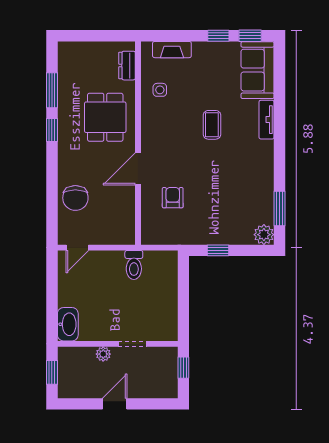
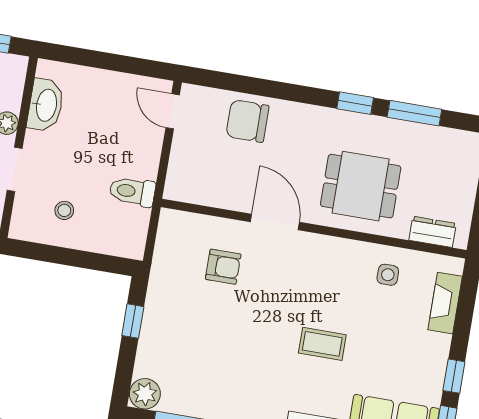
stool: (154, 307) -> (64, 210), added
washbasin: (68, 324) -> (46, 105), moved, turned -90

